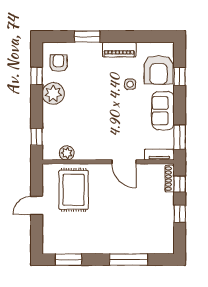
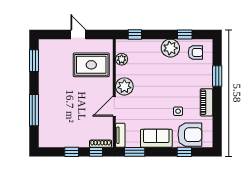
armchair: (159, 70) -> (190, 135), turned 180
plant: (100, 150) -> (124, 86), added

